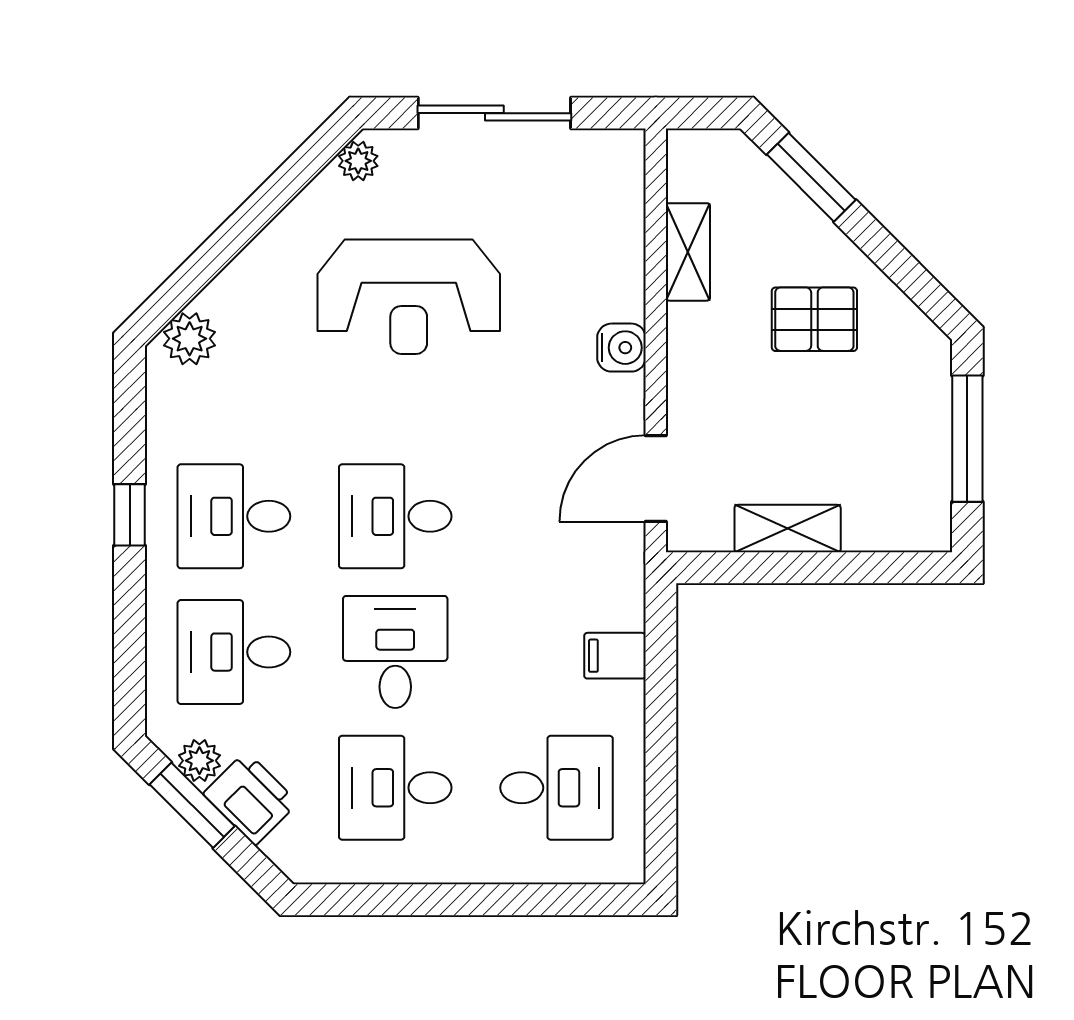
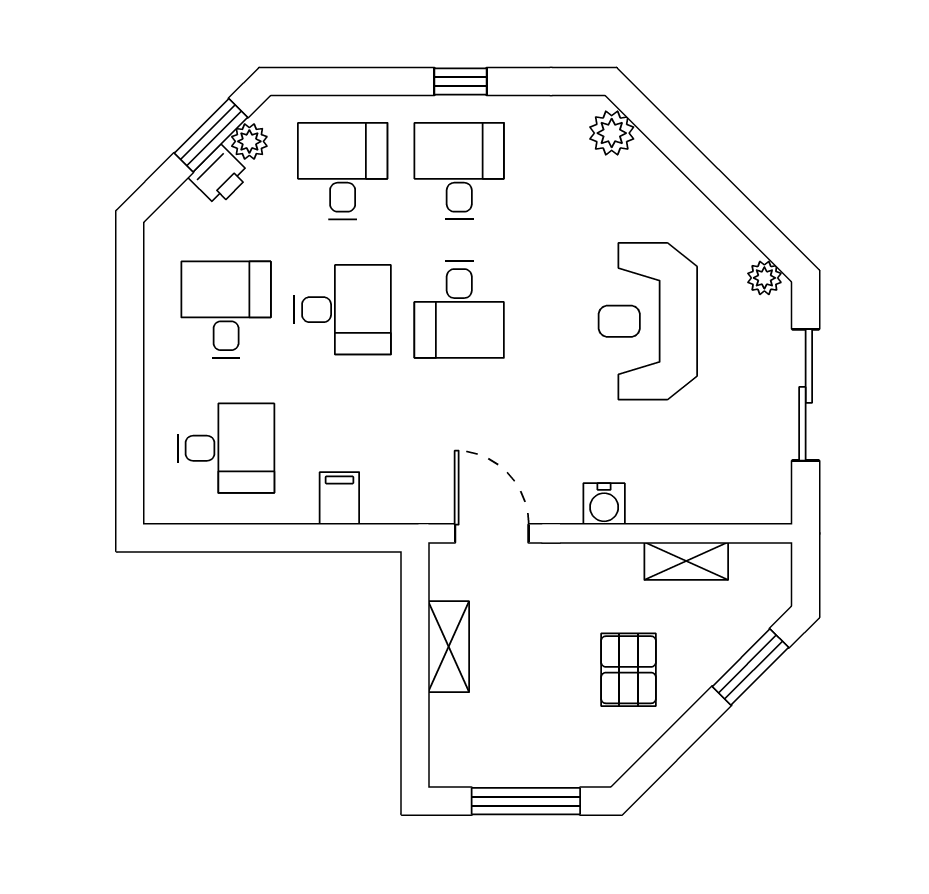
desk: (395, 516) -> (459, 310), turned 180
desk: (557, 788) -> (226, 448), turned -90
printer: (251, 798) -> (219, 176), width x0.73, depth x0.81

